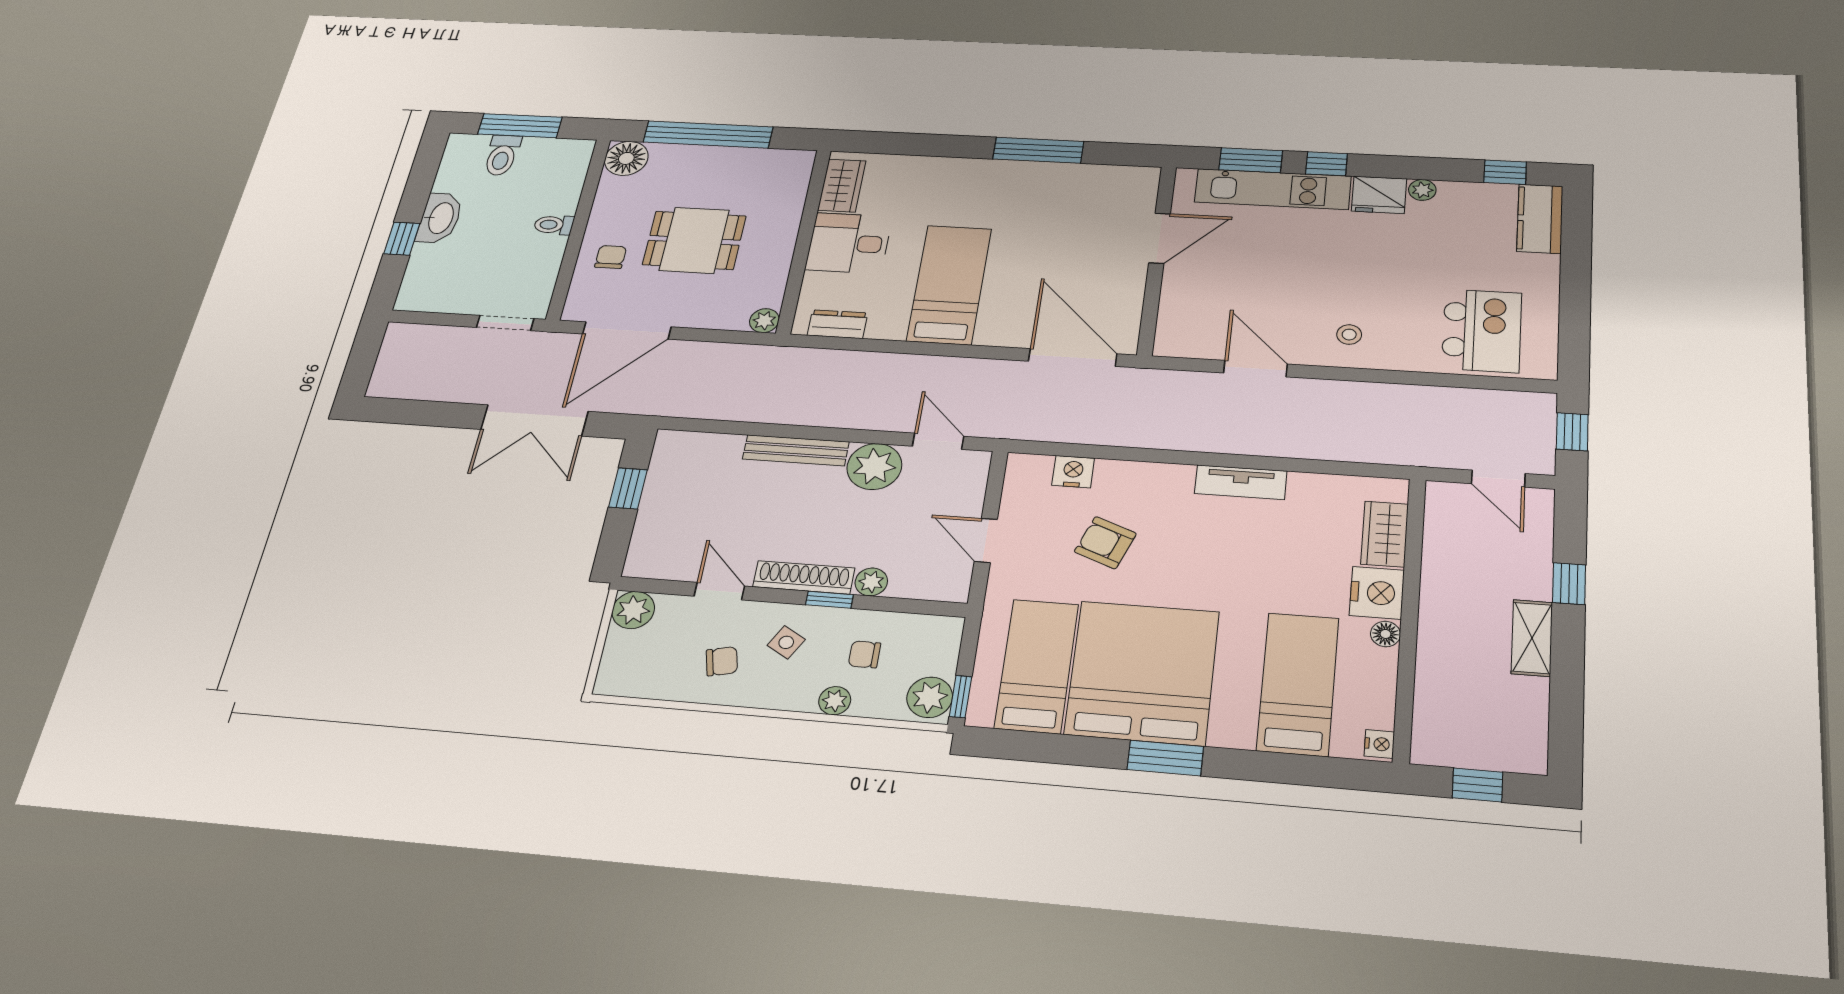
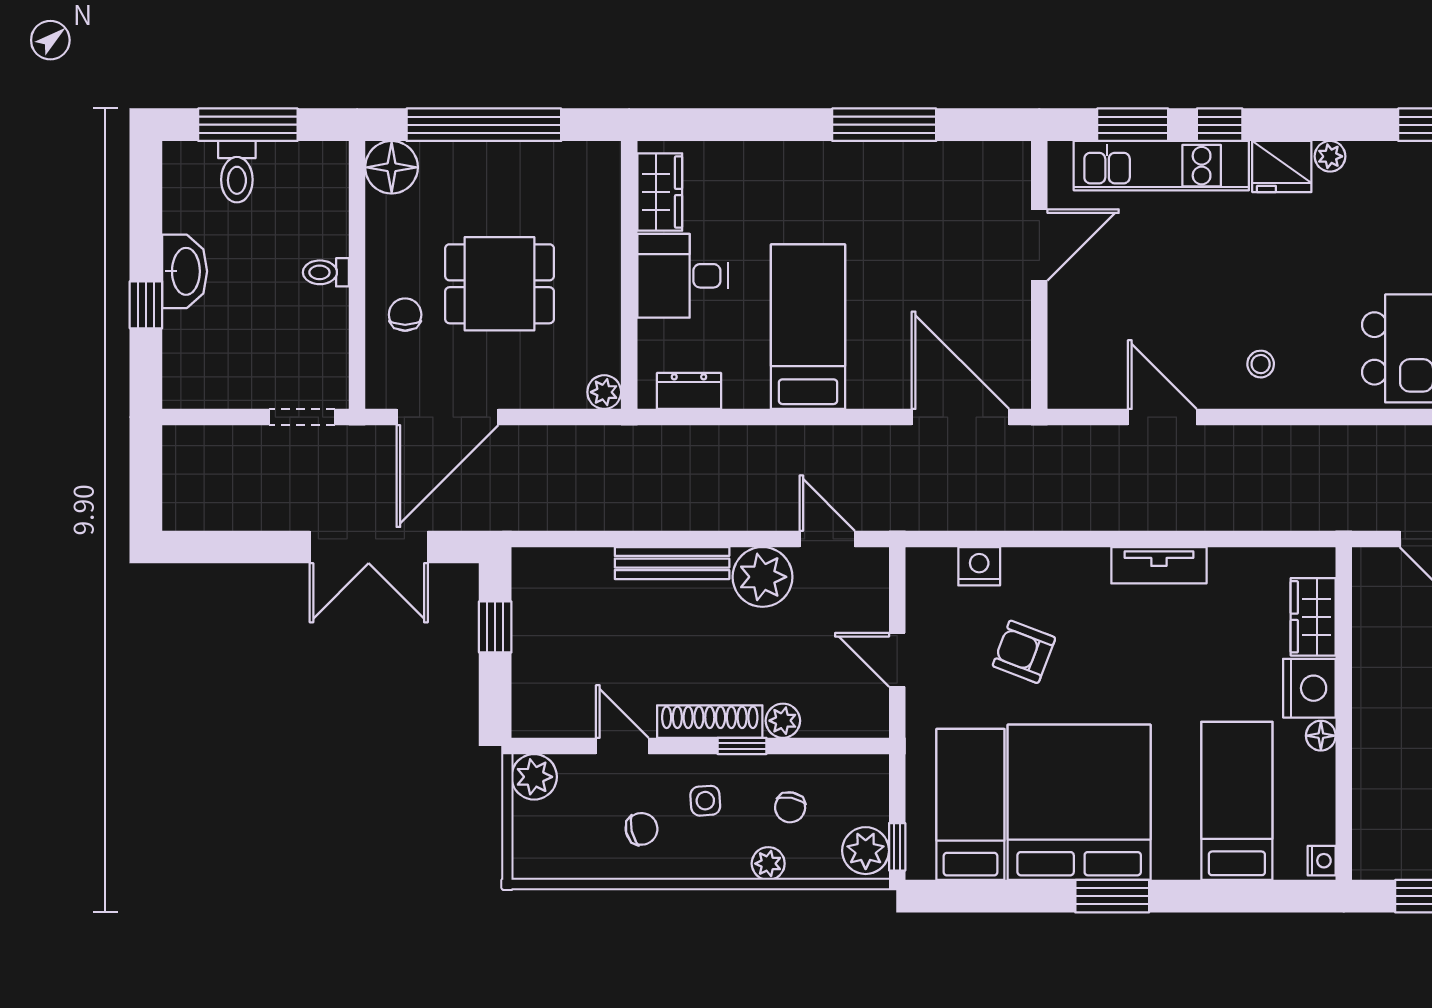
side table: (786, 642) -> (705, 801), turned -34
chair: (865, 654) -> (790, 807), turned -79

